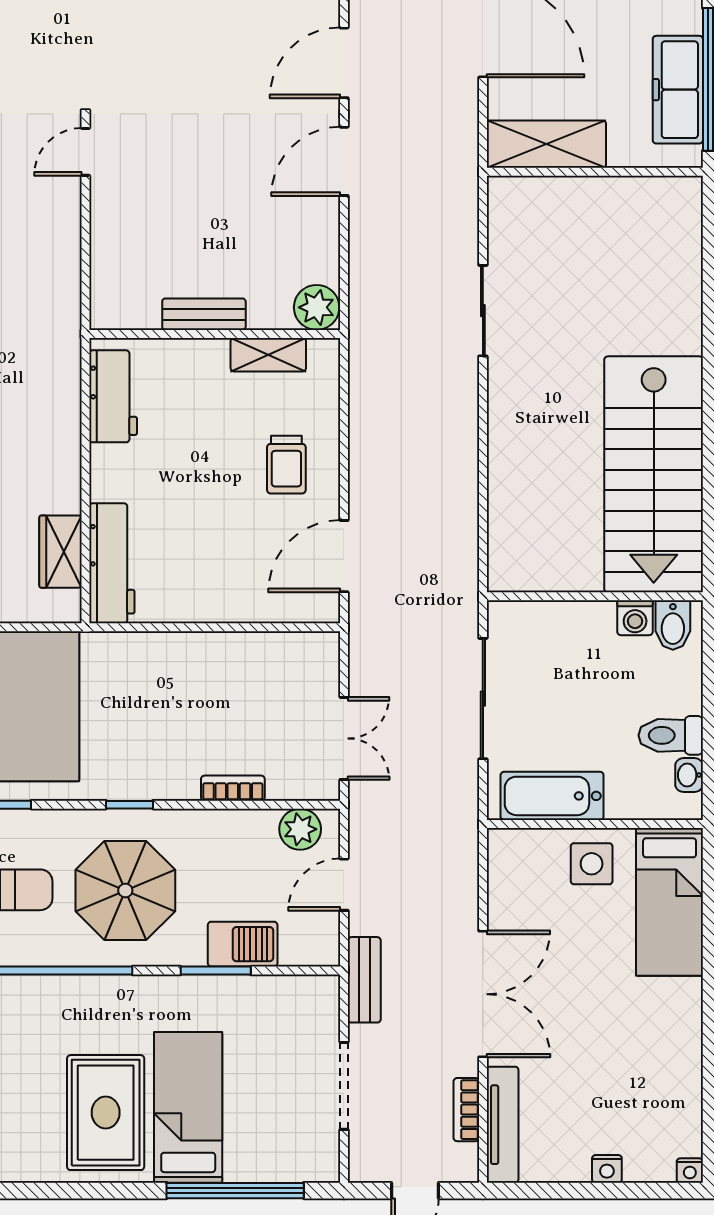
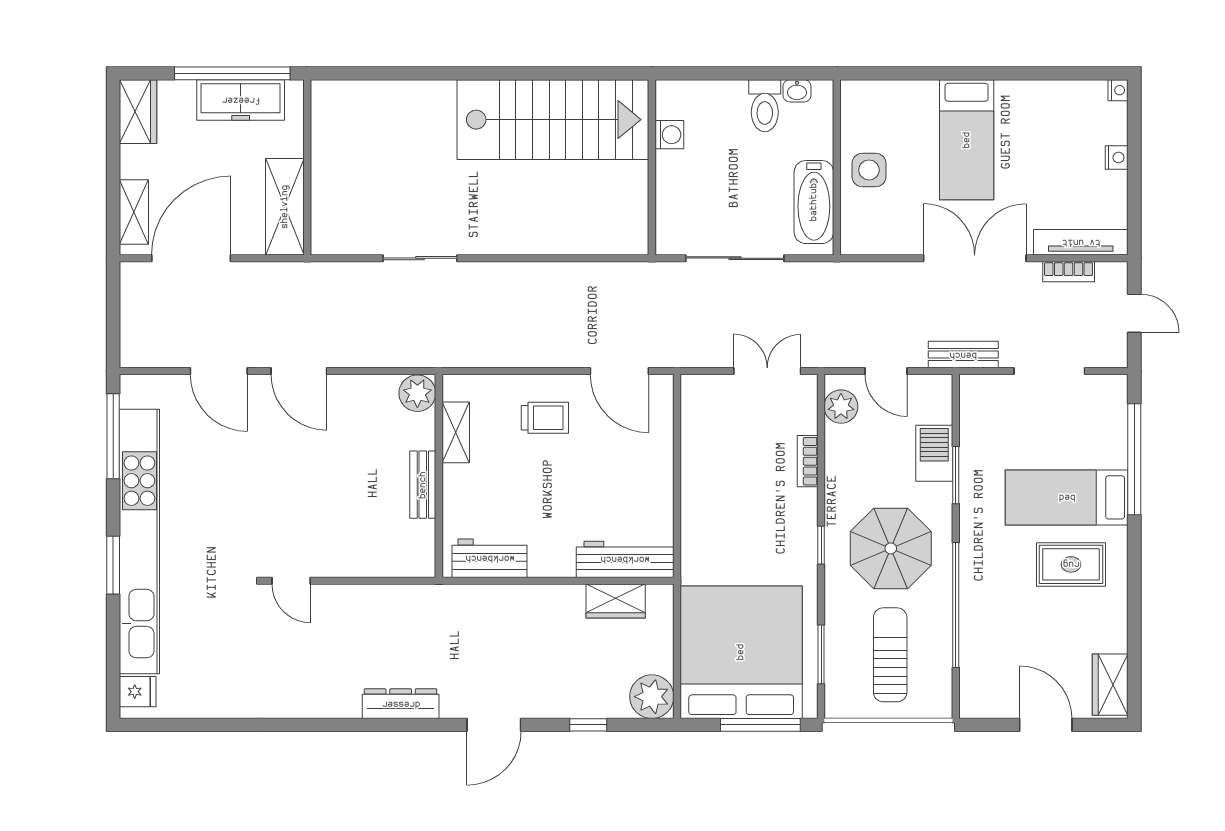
bidet: (673, 625) -> (675, 104), removed
bed: (670, 902) -> (967, 140), moved, turned 90
rug: (106, 1113) -> (1071, 564), width x0.73, depth x0.70

